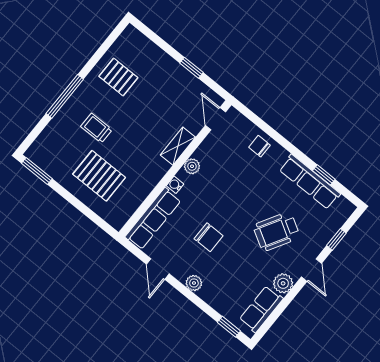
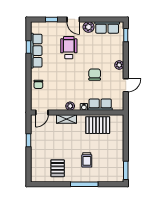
pallet: (99, 176) -> (98, 125), moved, turned 90
row of seats: (153, 219) -> (100, 105), width x0.68
wheelchair: (277, 232) -> (69, 48), turned -120
door: (312, 270) -> (73, 19), swing flipped

